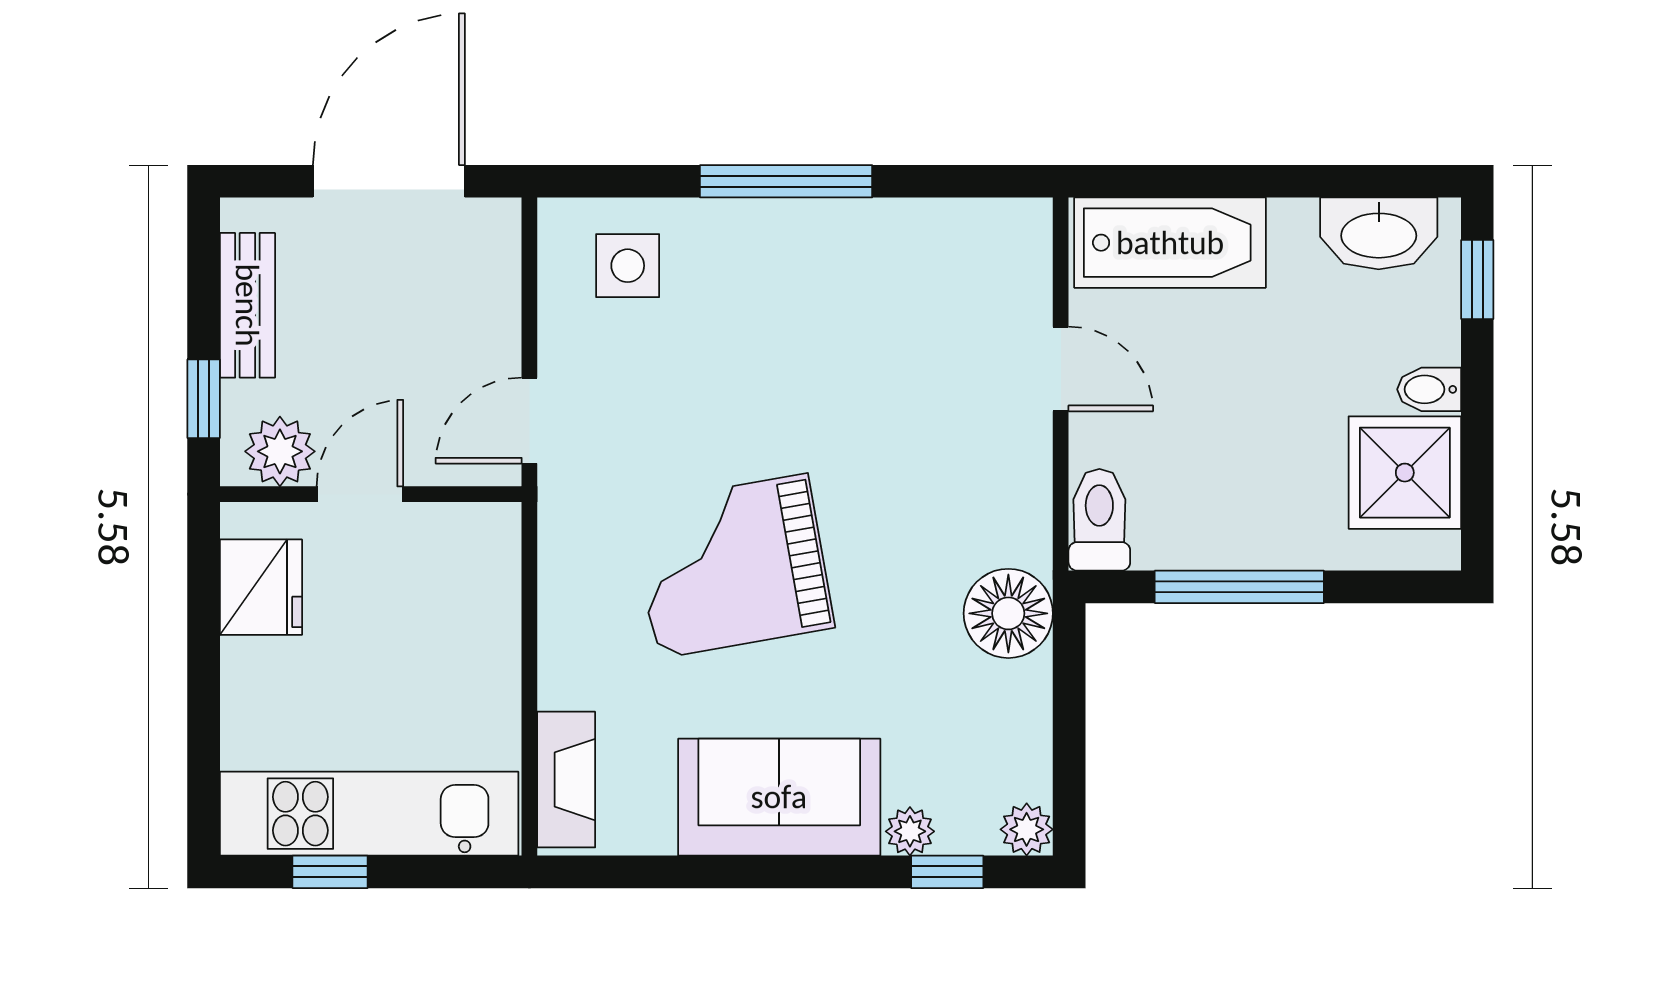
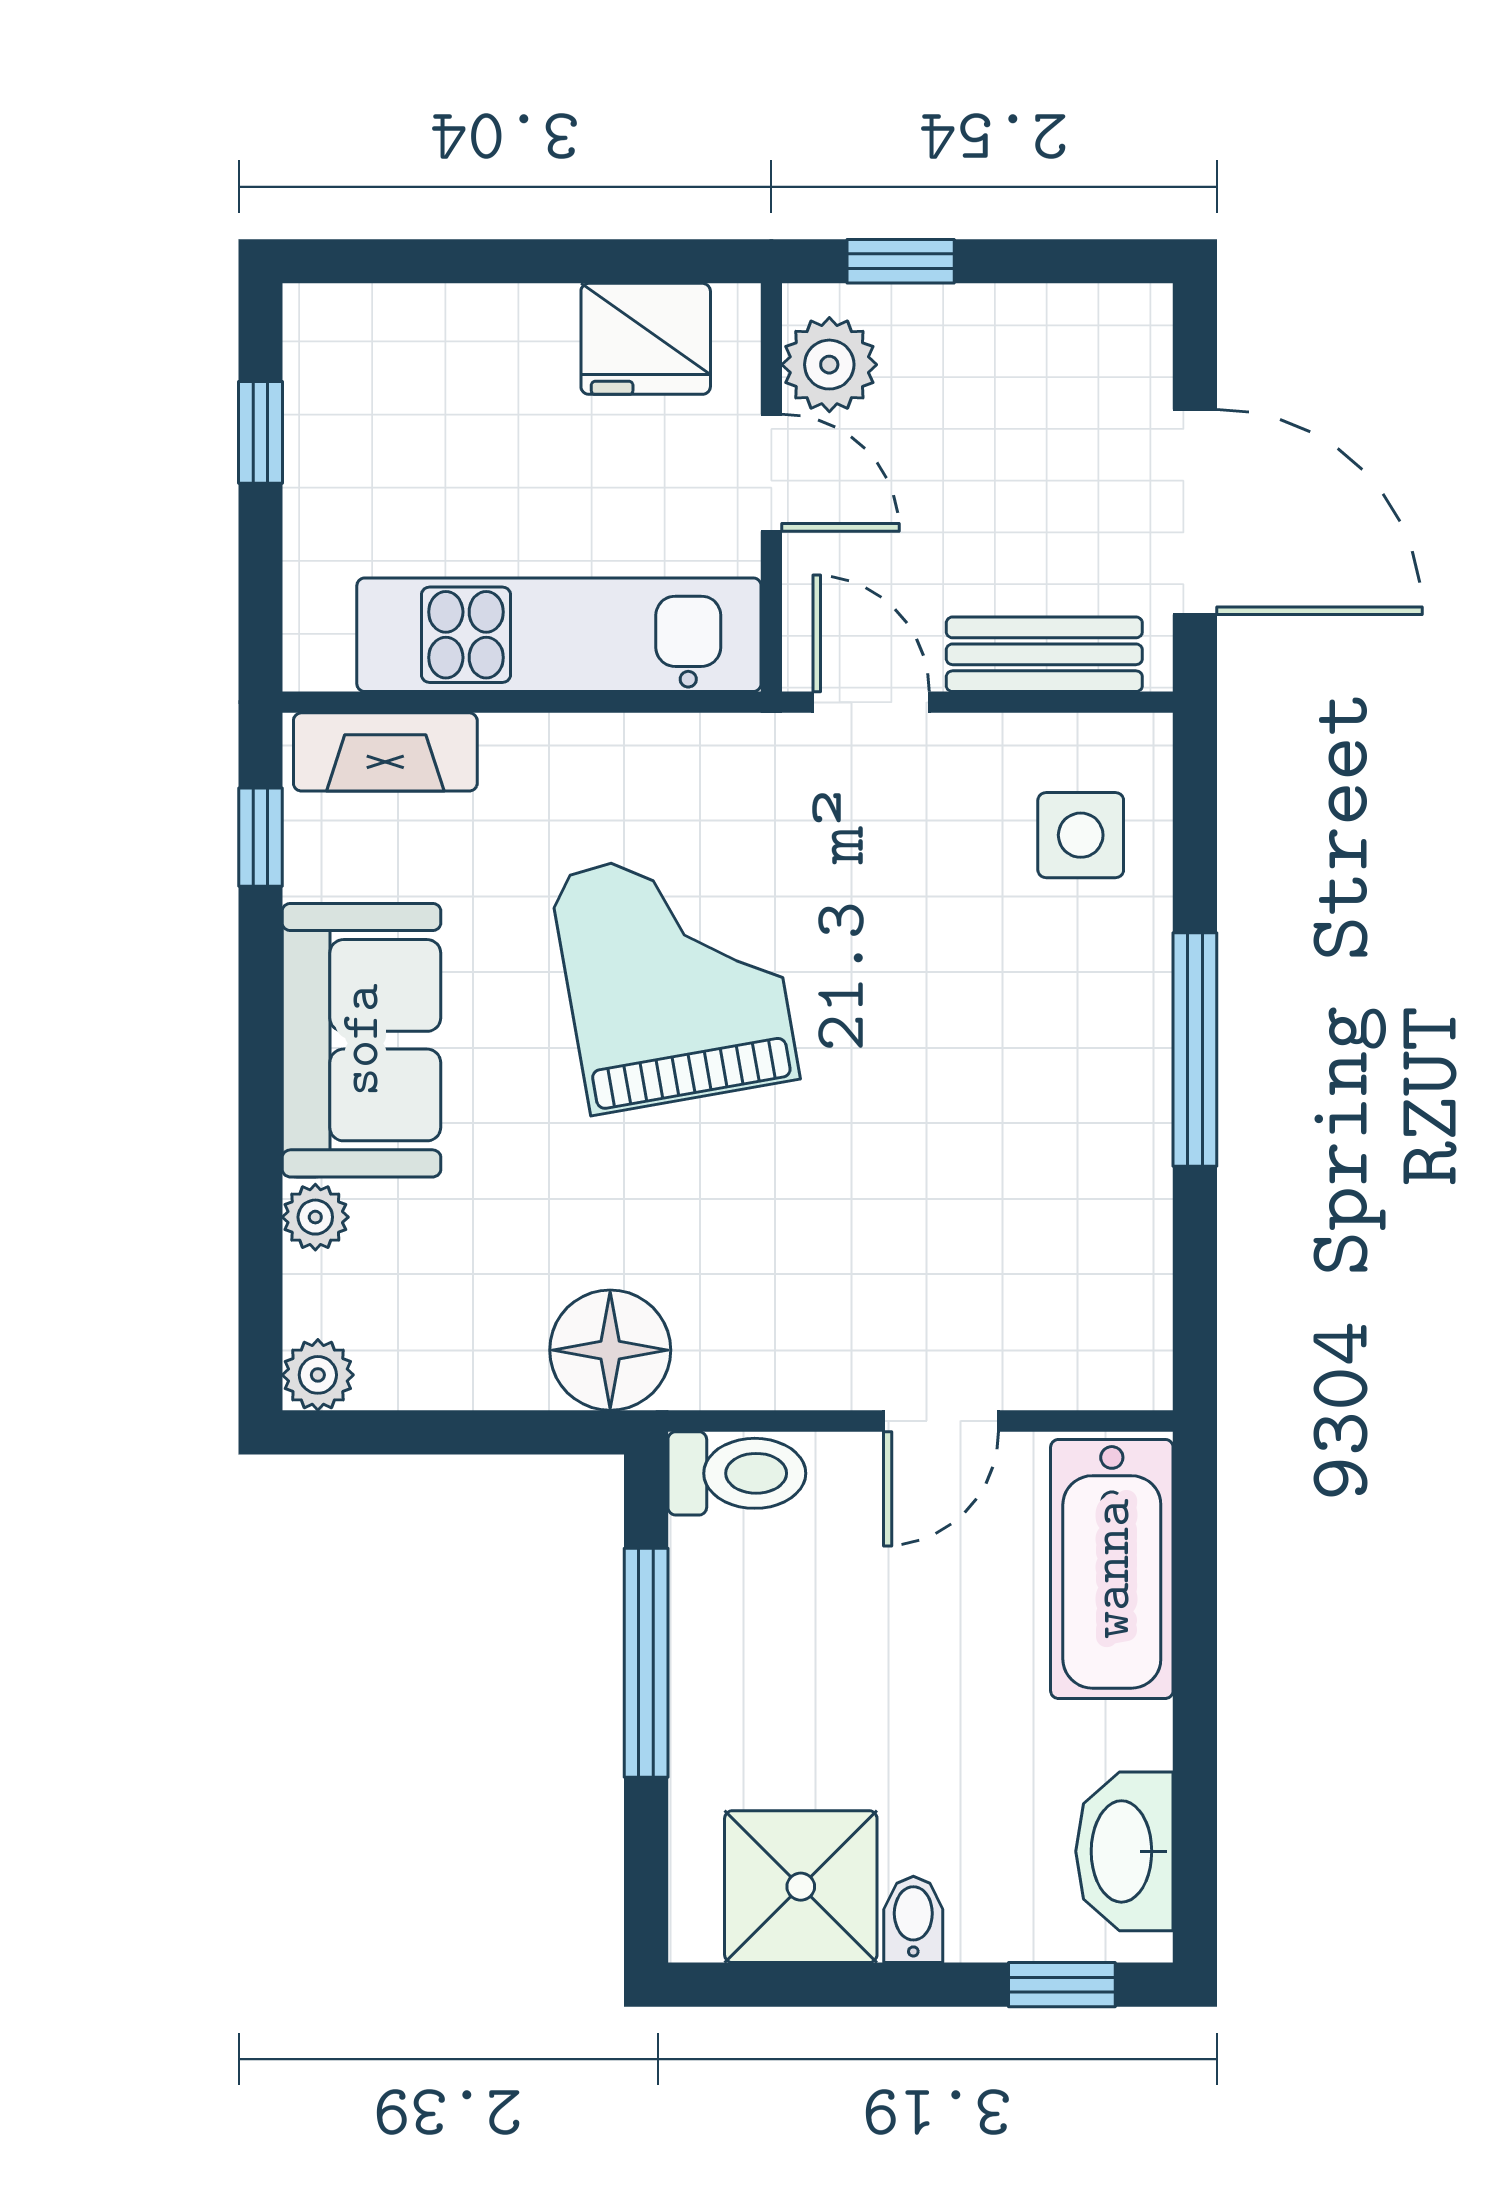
bench: (247, 305) -> (1044, 654), moved
kitchen unit: (369, 814) -> (559, 635), moved, turned -90
window: (947, 872) -> (260, 837), moved

